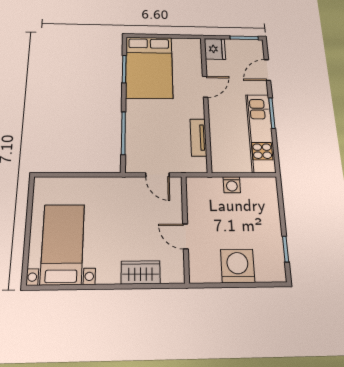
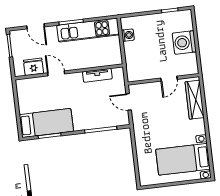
fridge: (215, 49) -> (33, 67), moved
bed: (149, 67) -> (46, 123), width x0.67
door: (157, 175) -> (129, 102), swing flipped
washing machine: (232, 185) -> (128, 35), moved
wardrobe: (141, 272) -> (195, 100), width x1.50

